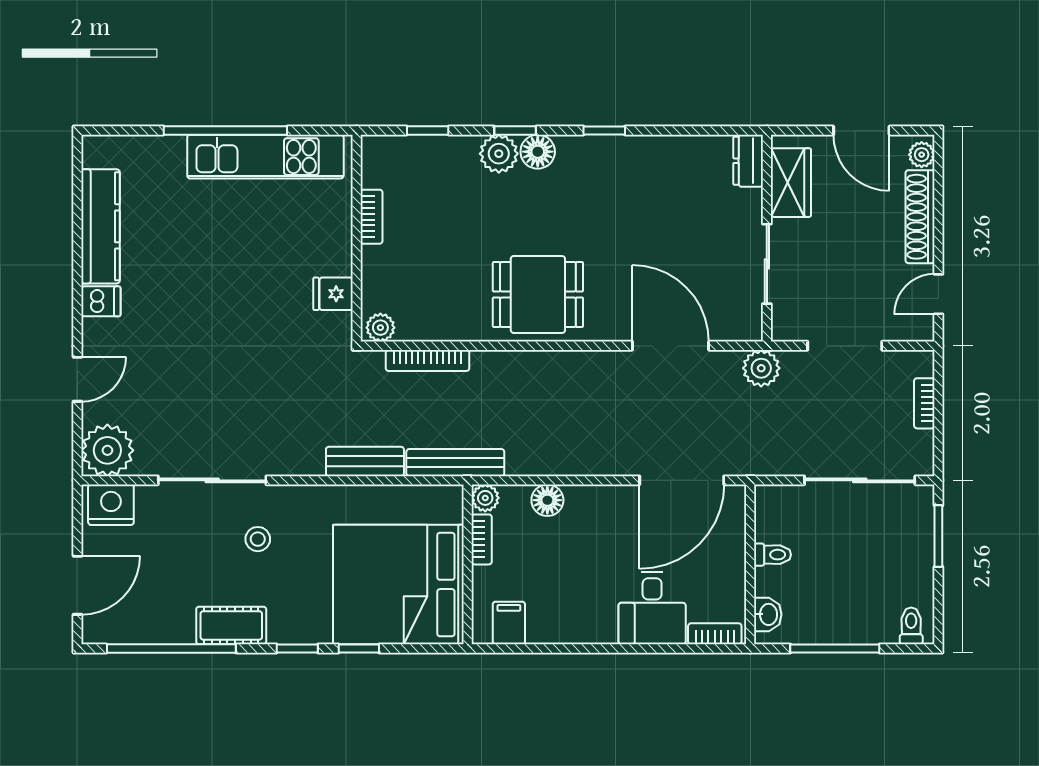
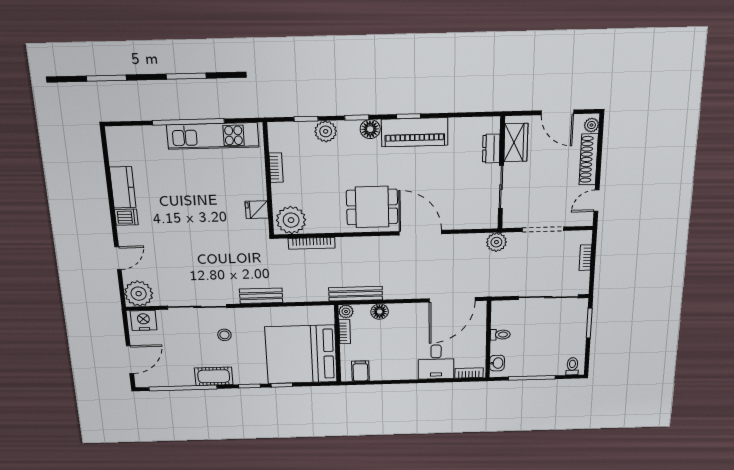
plant: (499, 154) -> (326, 131), moved
piano: (615, 159) -> (415, 132), added
dresser: (748, 161) -> (491, 149), moved
kitchen counter: (101, 226) -> (123, 187), width x0.67
plant: (380, 328) -> (291, 220), width x1.88, depth x1.88
door: (671, 346) -> (420, 233), moved
bench: (365, 461) -> (261, 296), moved
bench: (455, 463) -> (356, 294), moved

